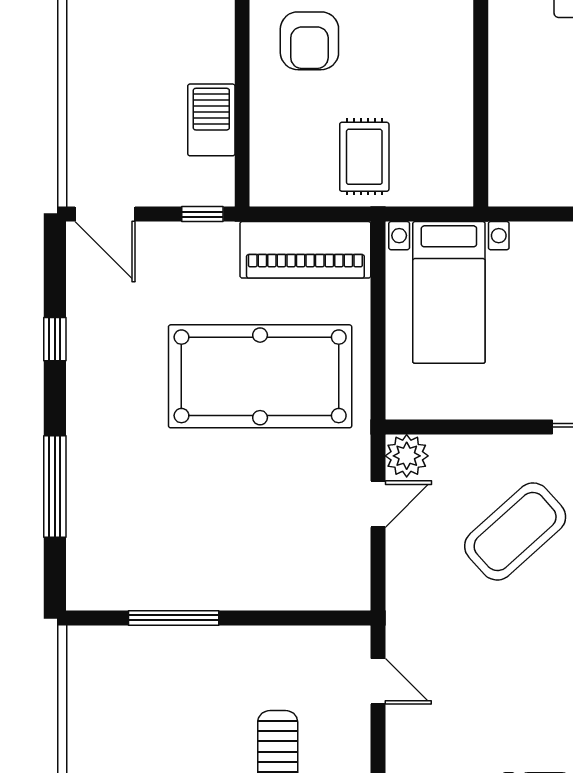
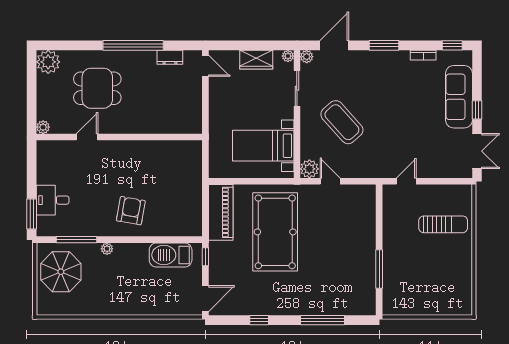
armchair: (309, 41) -> (131, 211), turned -80
barbecue: (211, 120) -> (171, 255), width x1.37, depth x1.21
rug: (364, 157) -> (181, 187), removed
bed with nightstands: (449, 292) -> (263, 146), moved, turned 180

